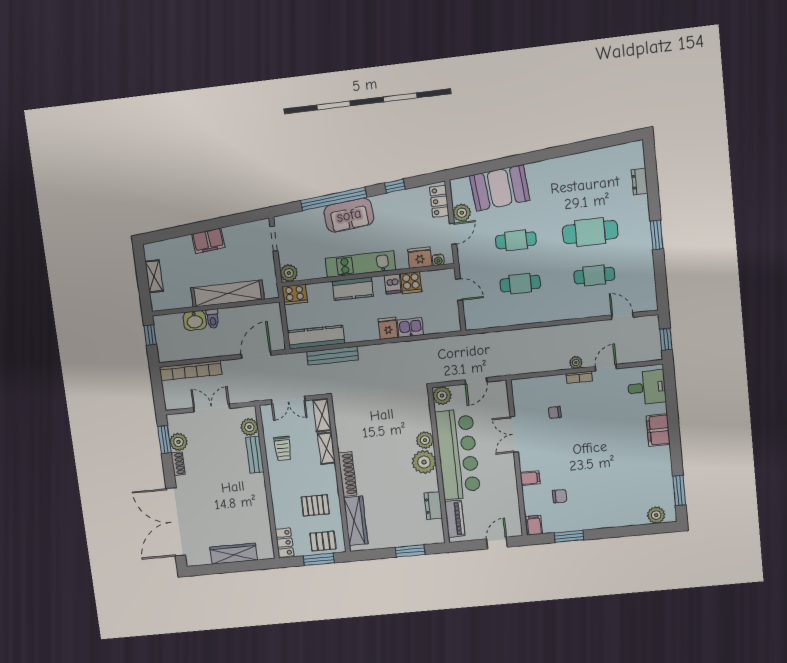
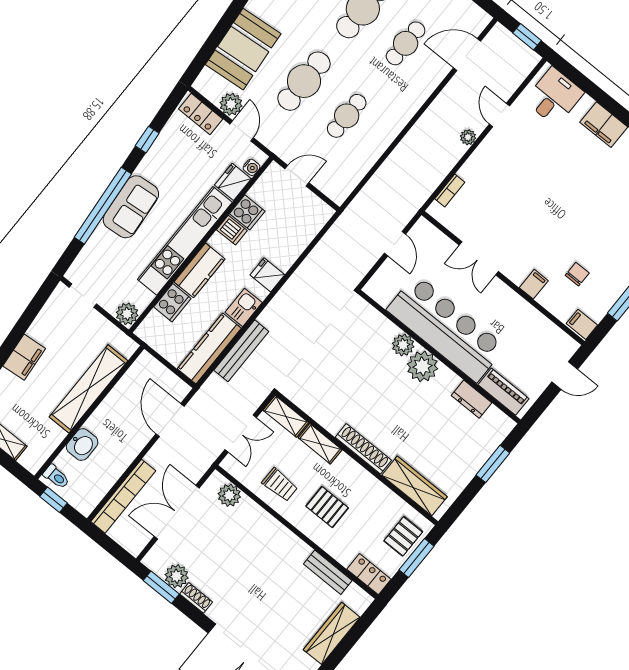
cafe table: (516, 240) -> (304, 81), width x1.37, depth x1.35
kitchen unit: (361, 264) -> (185, 241), width x1.36
cooker: (295, 294) -> (172, 303), moved
door: (622, 316) -> (467, 55), width x1.38
toilet: (213, 319) -> (56, 477), moved
kitchen sink: (410, 328) -> (244, 307), moved
bookcase: (579, 377) -> (450, 191), moved
plant: (442, 396) -> (378, 288), removed
double door: (212, 408) -> (177, 512), width x1.37
chair: (555, 412) -> (495, 201), removed
bench: (255, 455) -> (328, 572), moved
pallet: (315, 505) -> (327, 507), moved, turned 90
door: (497, 543) -> (565, 375), swing flipped

